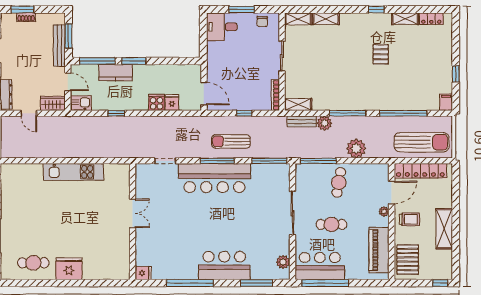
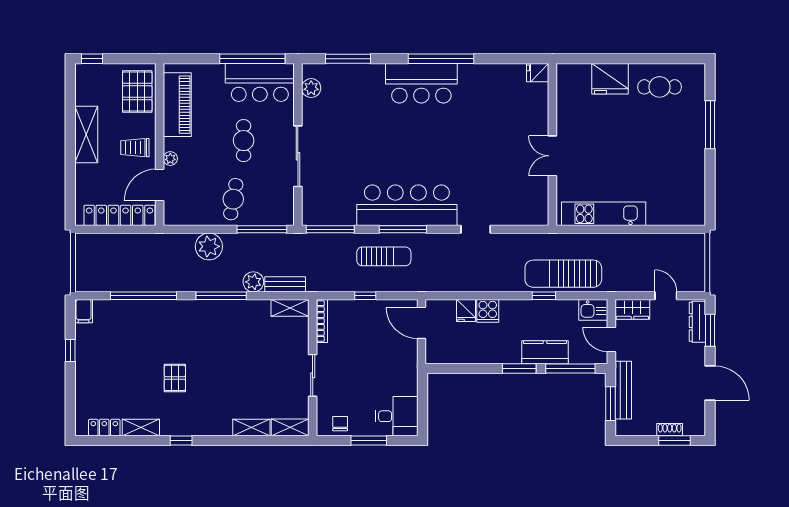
sun lounger: (422, 142) -> (563, 274), moved
double door: (133, 213) -> (552, 156), moved
wall: (133, 222) -> (552, 144), moved
cafe table: (331, 224) -> (244, 141), turned 90
bar counter: (224, 265) -> (421, 83), moved
fridge: (143, 273) -> (538, 73), moved

